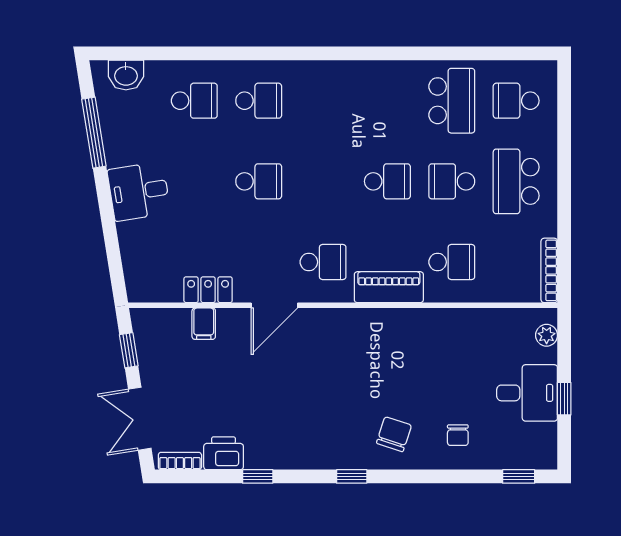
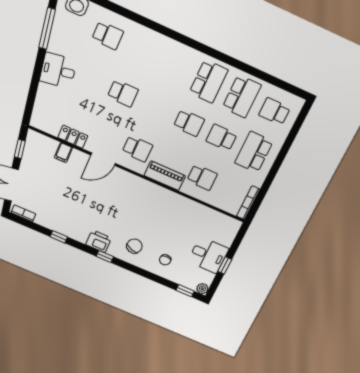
school desk: (259, 101) -> (209, 81), moved, width x1.85
plant: (547, 335) -> (202, 289), moved
printer: (224, 453) -> (99, 241), moved

